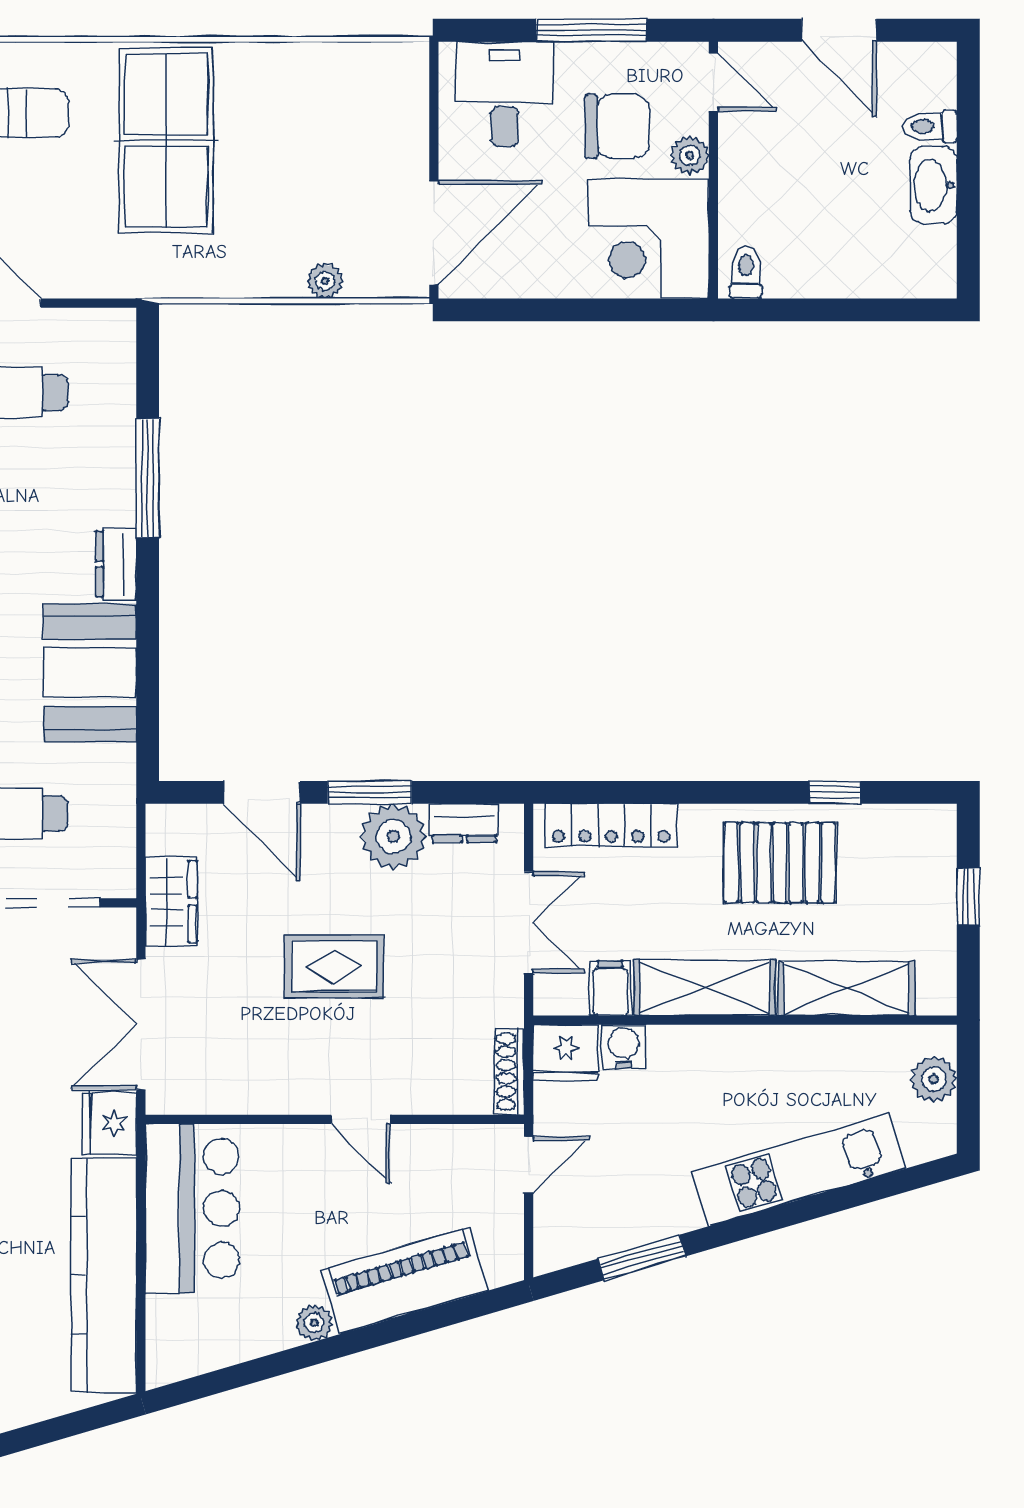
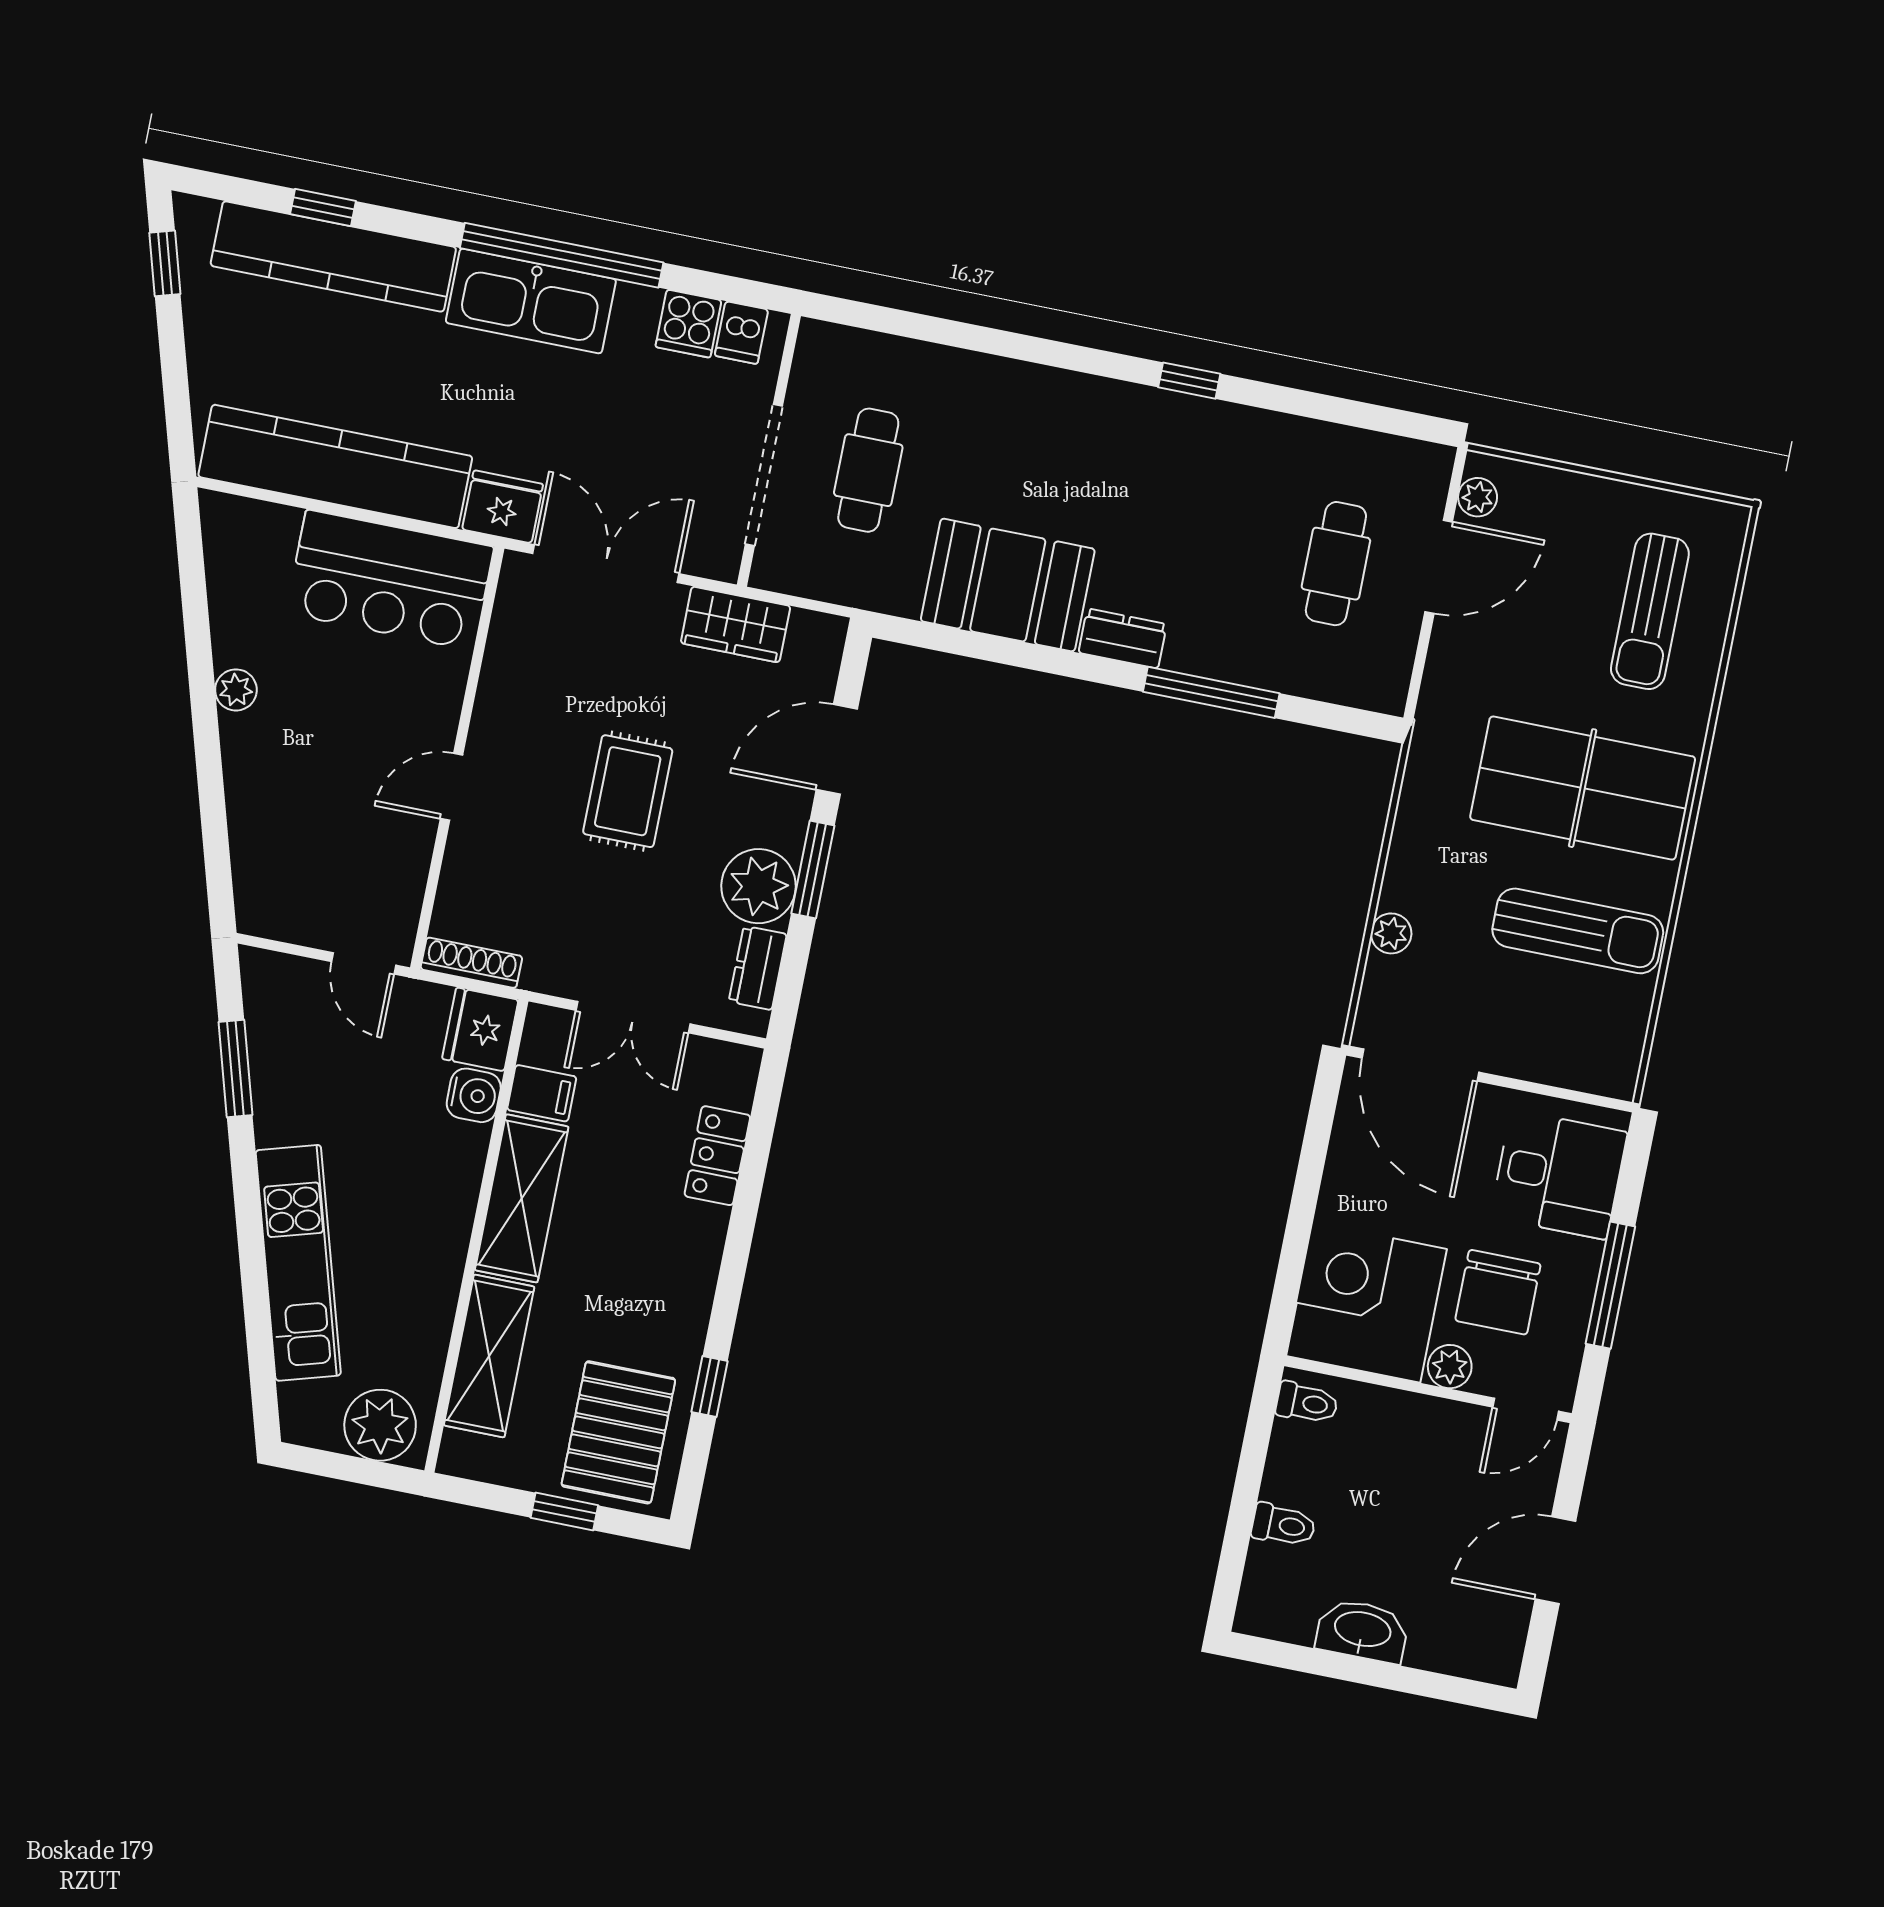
sun lounger: (291, 120) -> (1578, 931), added
toilet: (930, 126) -> (1283, 1525), moved, turned 90
locker: (611, 825) -> (717, 1156), width x0.66
pallet: (780, 863) -> (618, 1432), moved
plant: (934, 1079) -> (380, 1425), width x1.36, depth x1.36
piano: (405, 1280) -> (263, 800), removed

